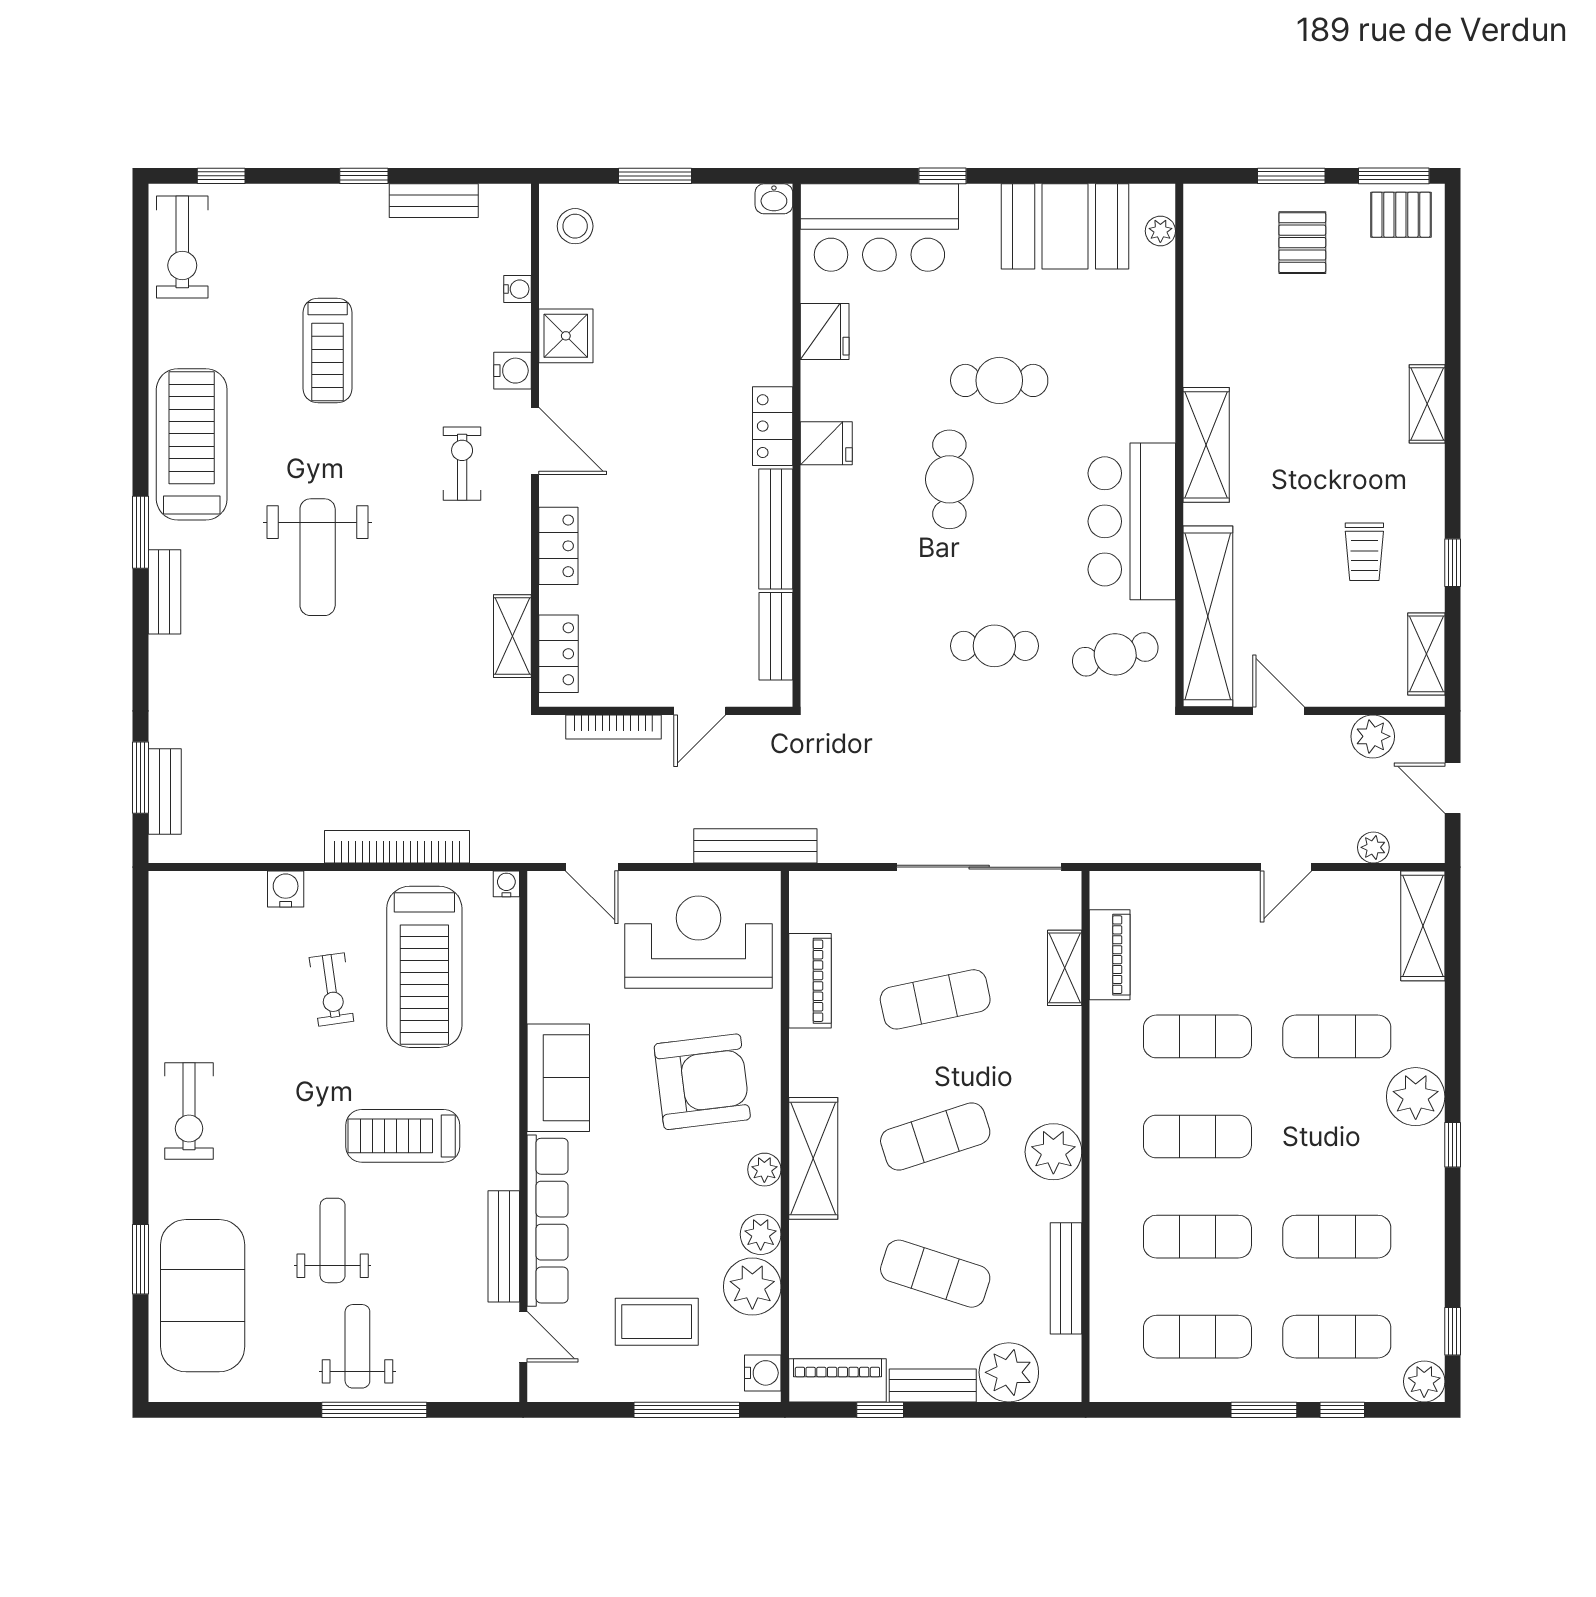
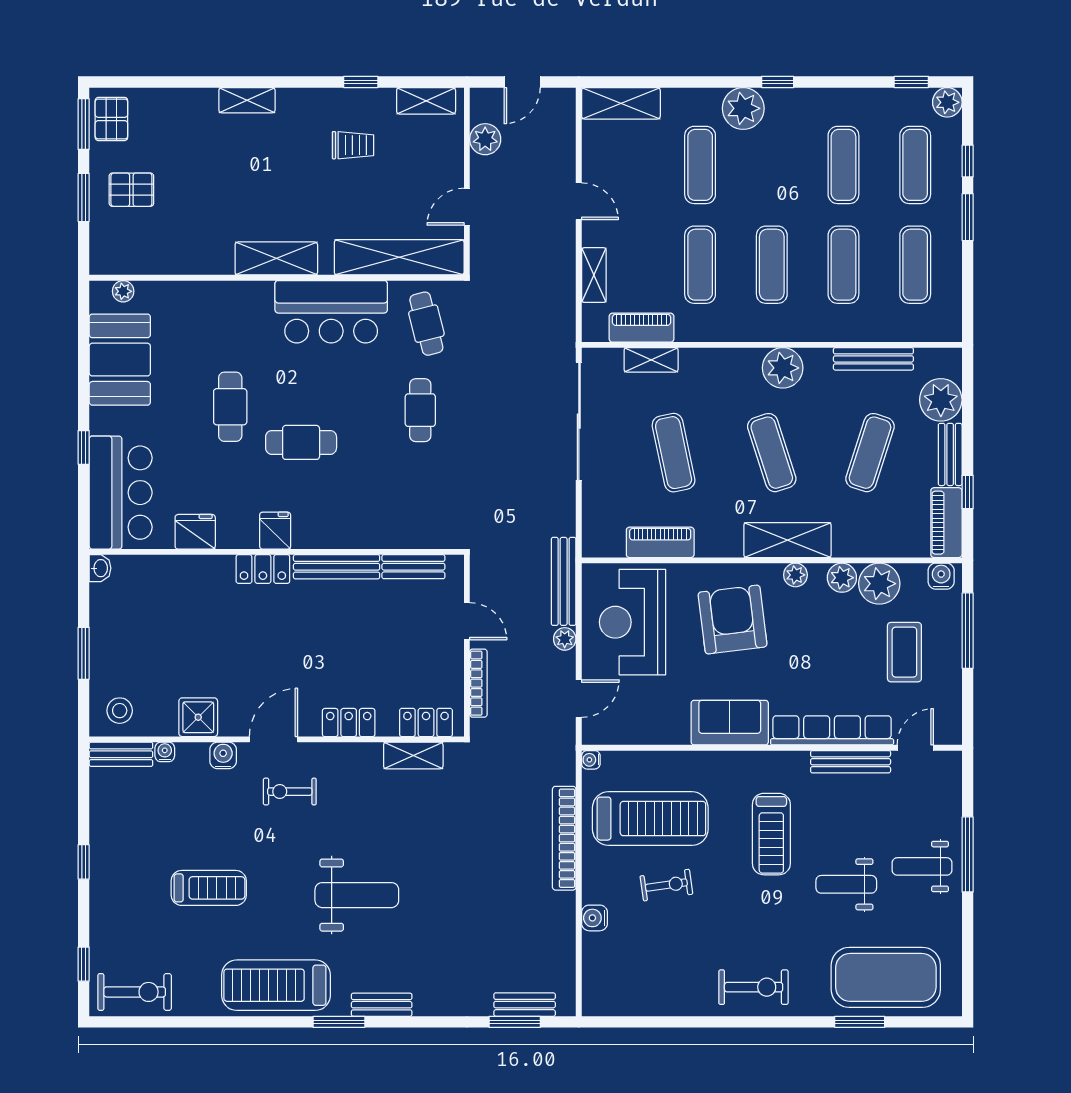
bench: (434, 201) -> (121, 754), moved, turned 90
plant: (1373, 847) -> (565, 639), moved
shelving: (1183, 888) -> (594, 275), added

